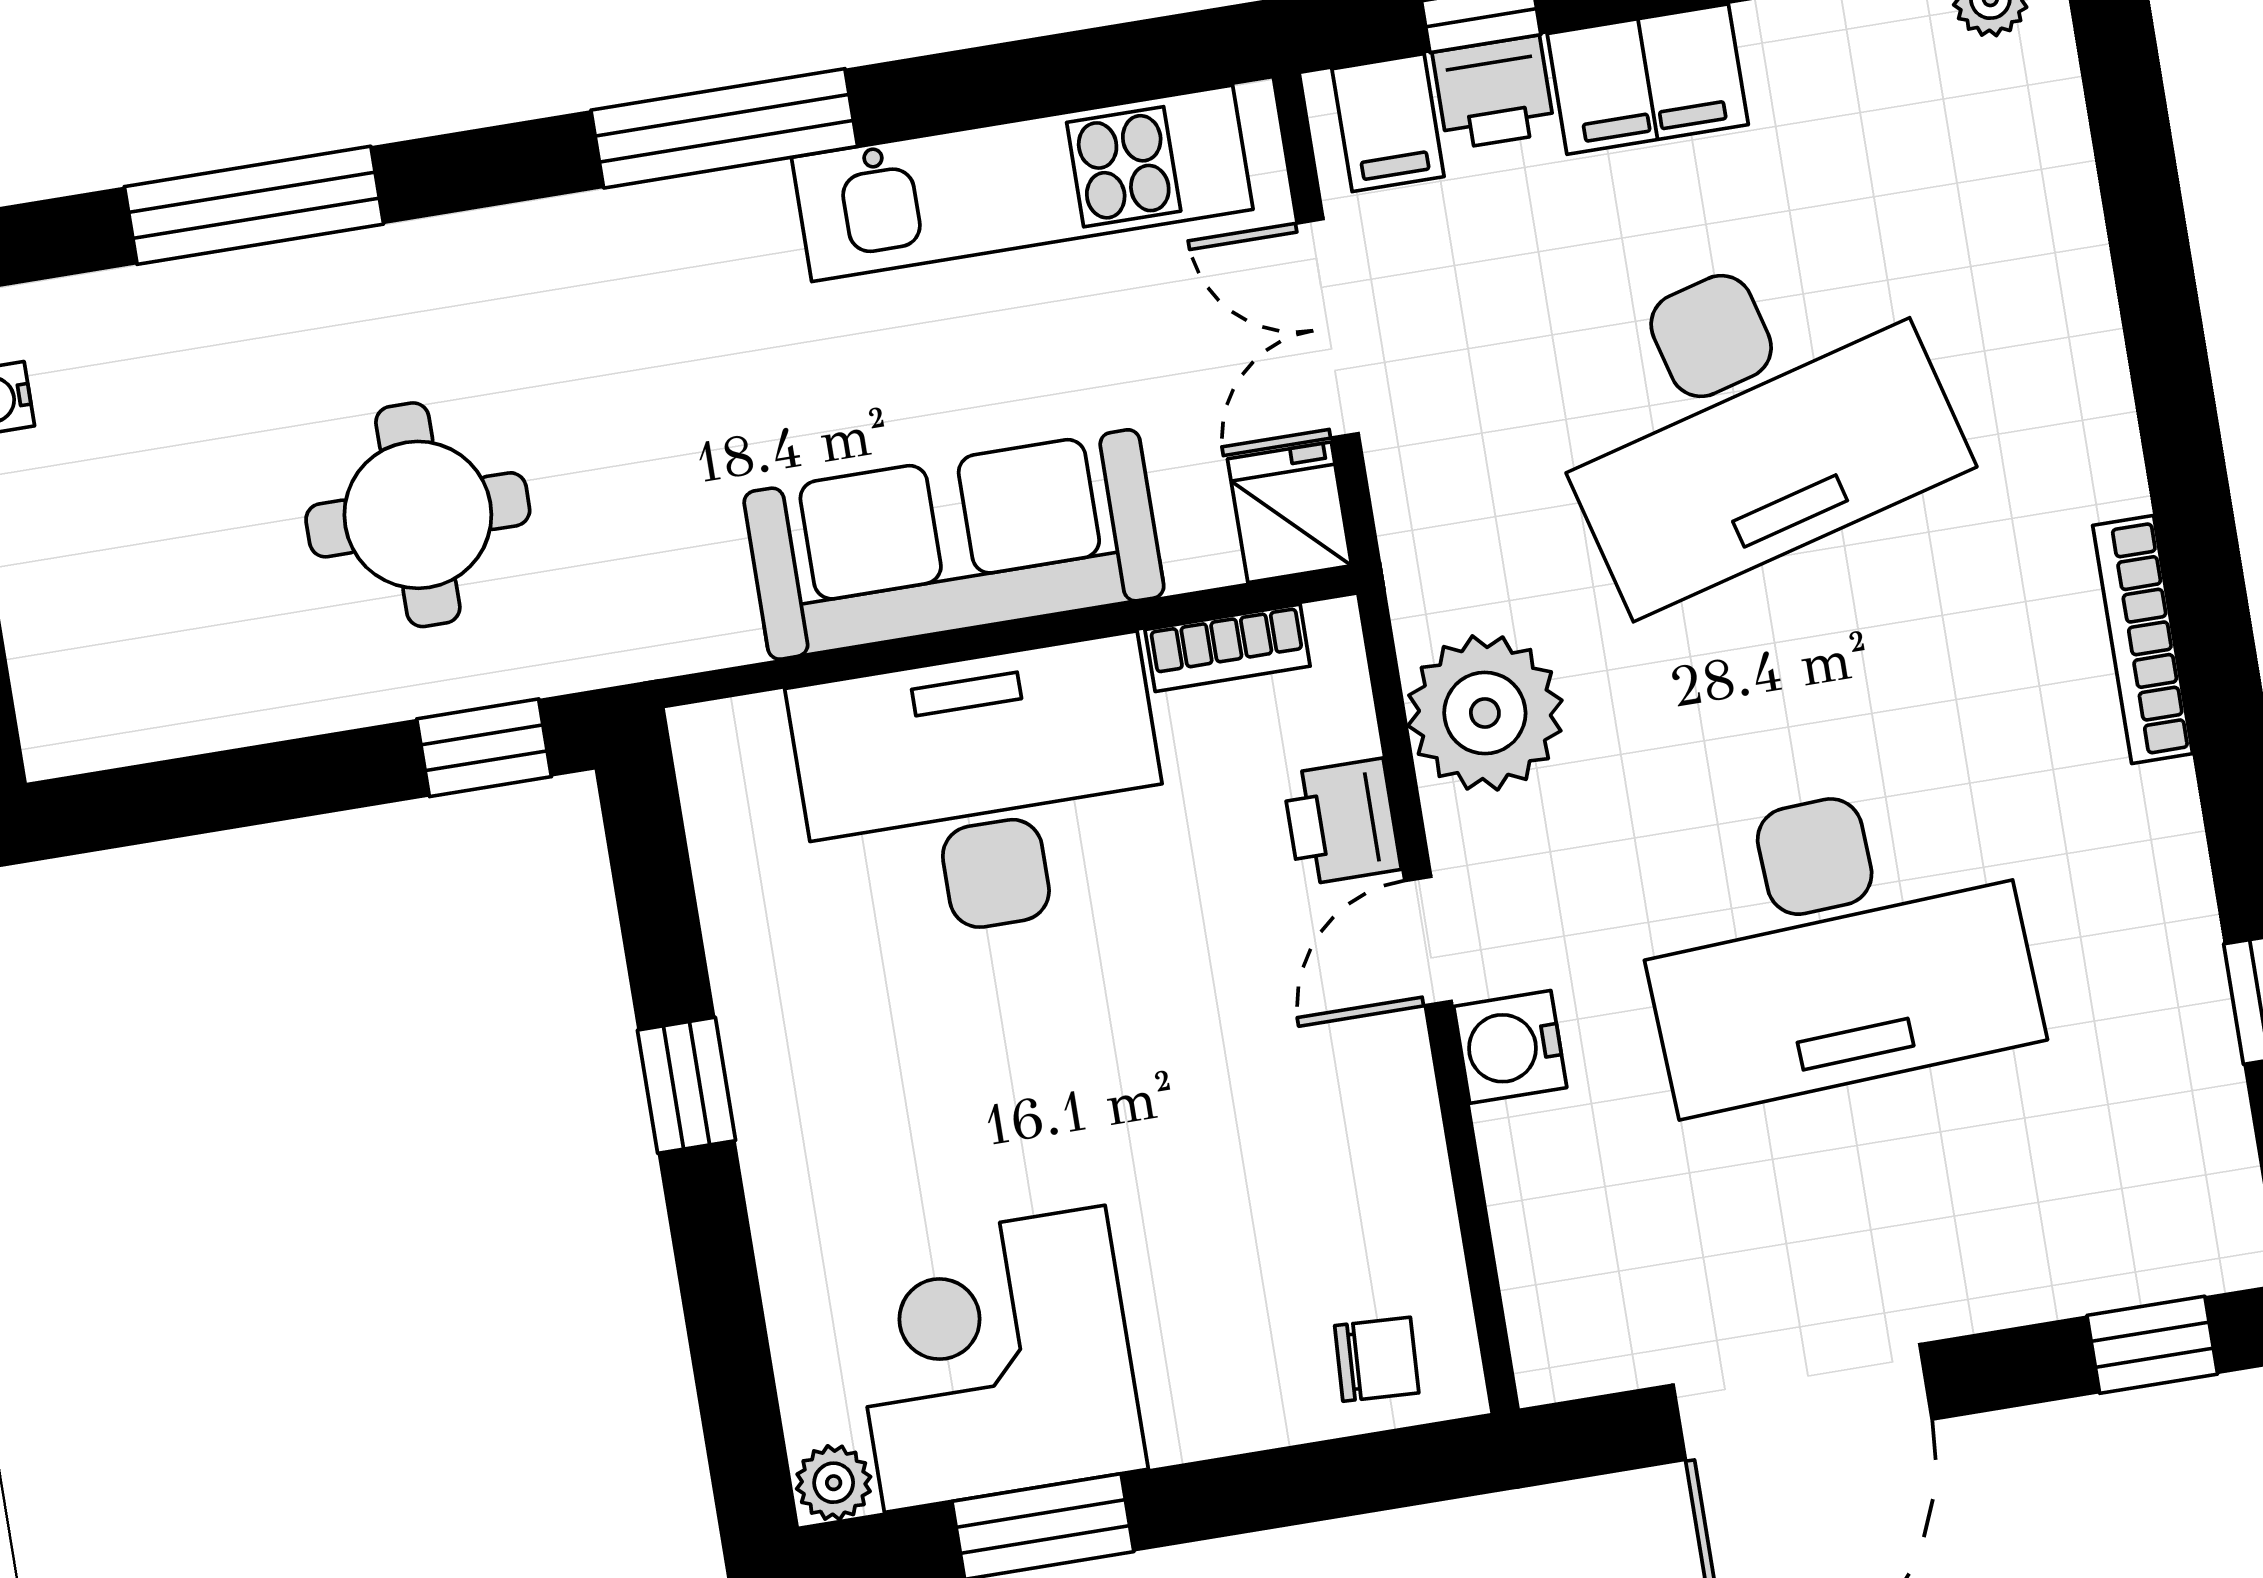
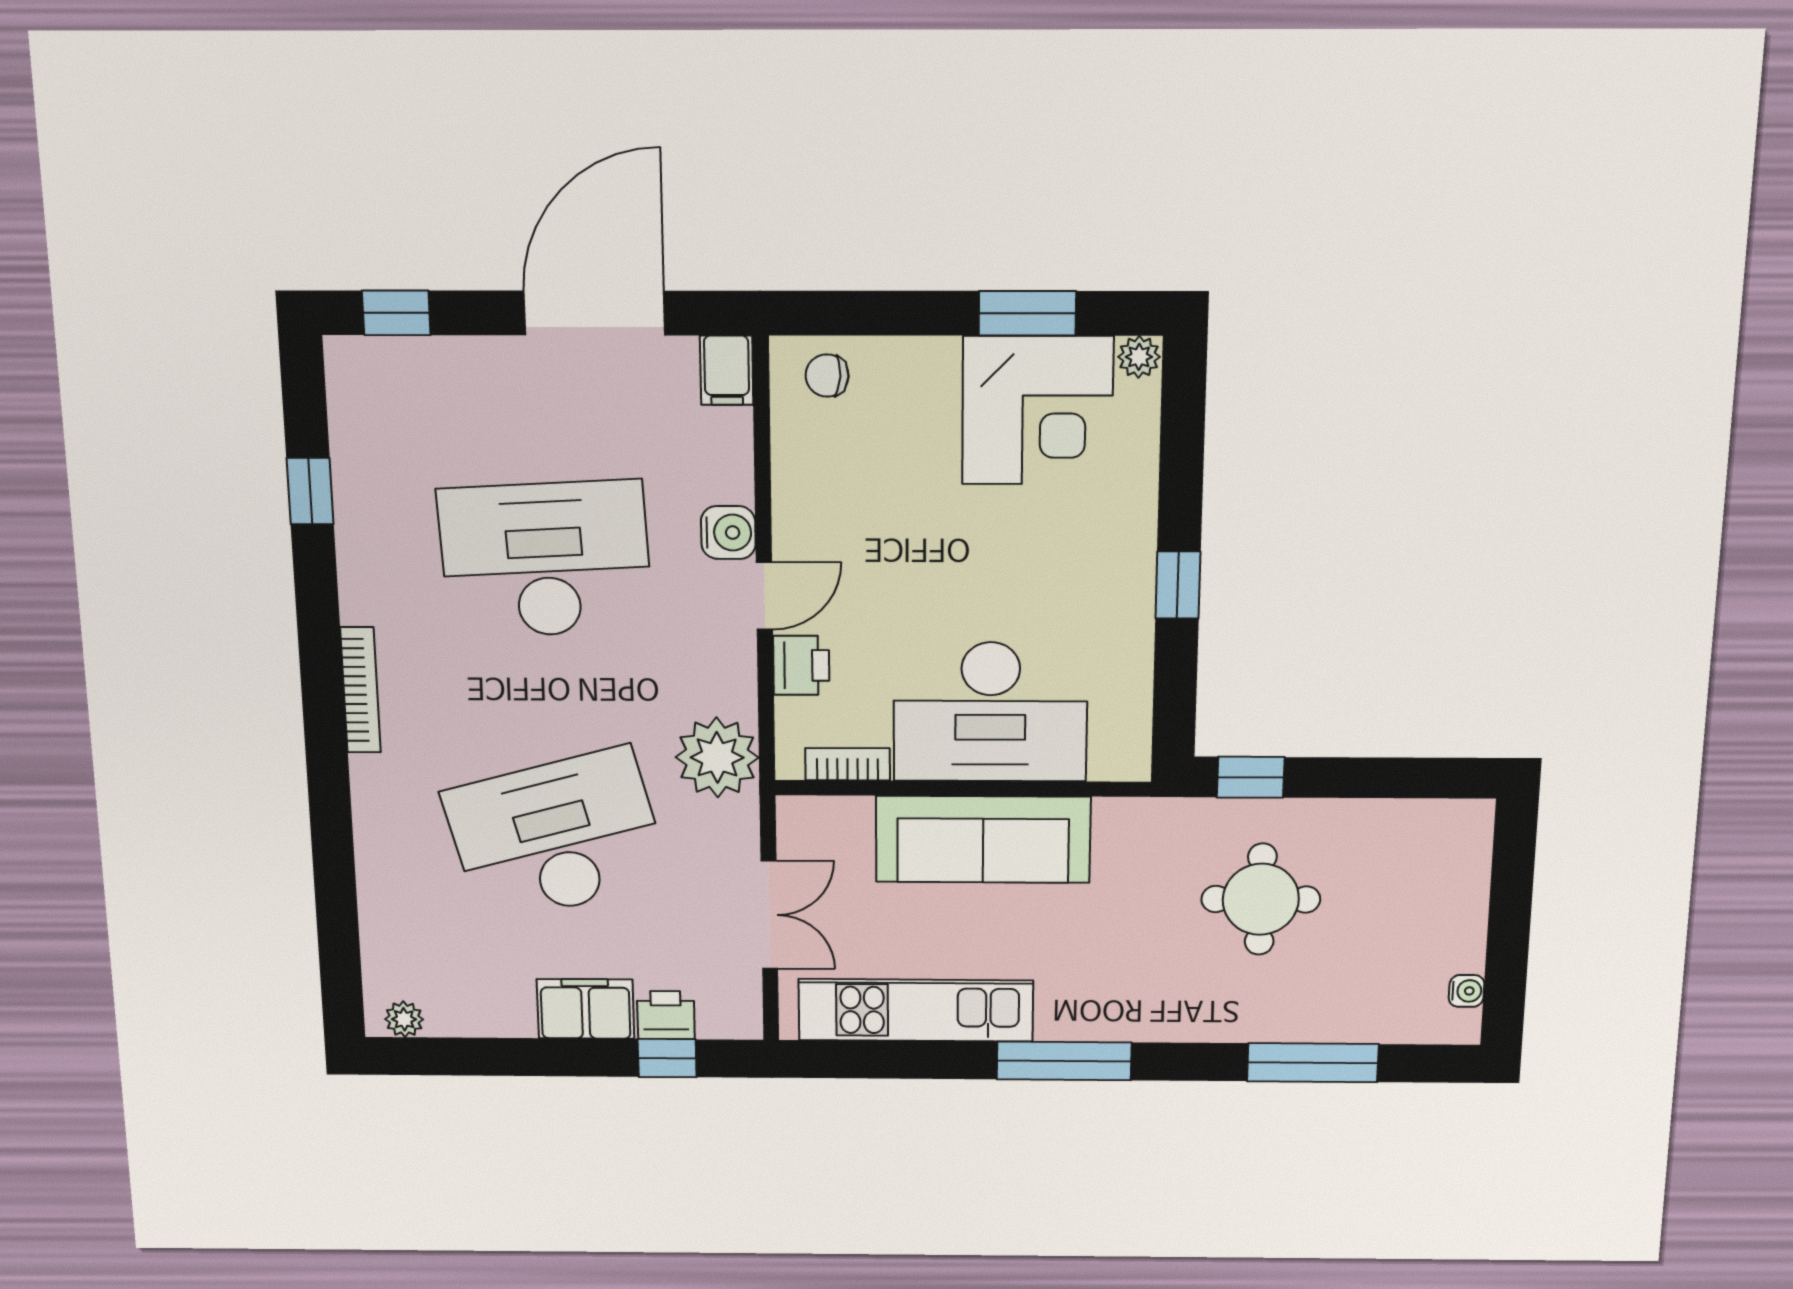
filing cabinet: (1388, 123) -> (727, 370), moved, turned 180
fridge: (1290, 512) -> (804, 827), removed
plant: (1485, 713) -> (717, 757), moved

